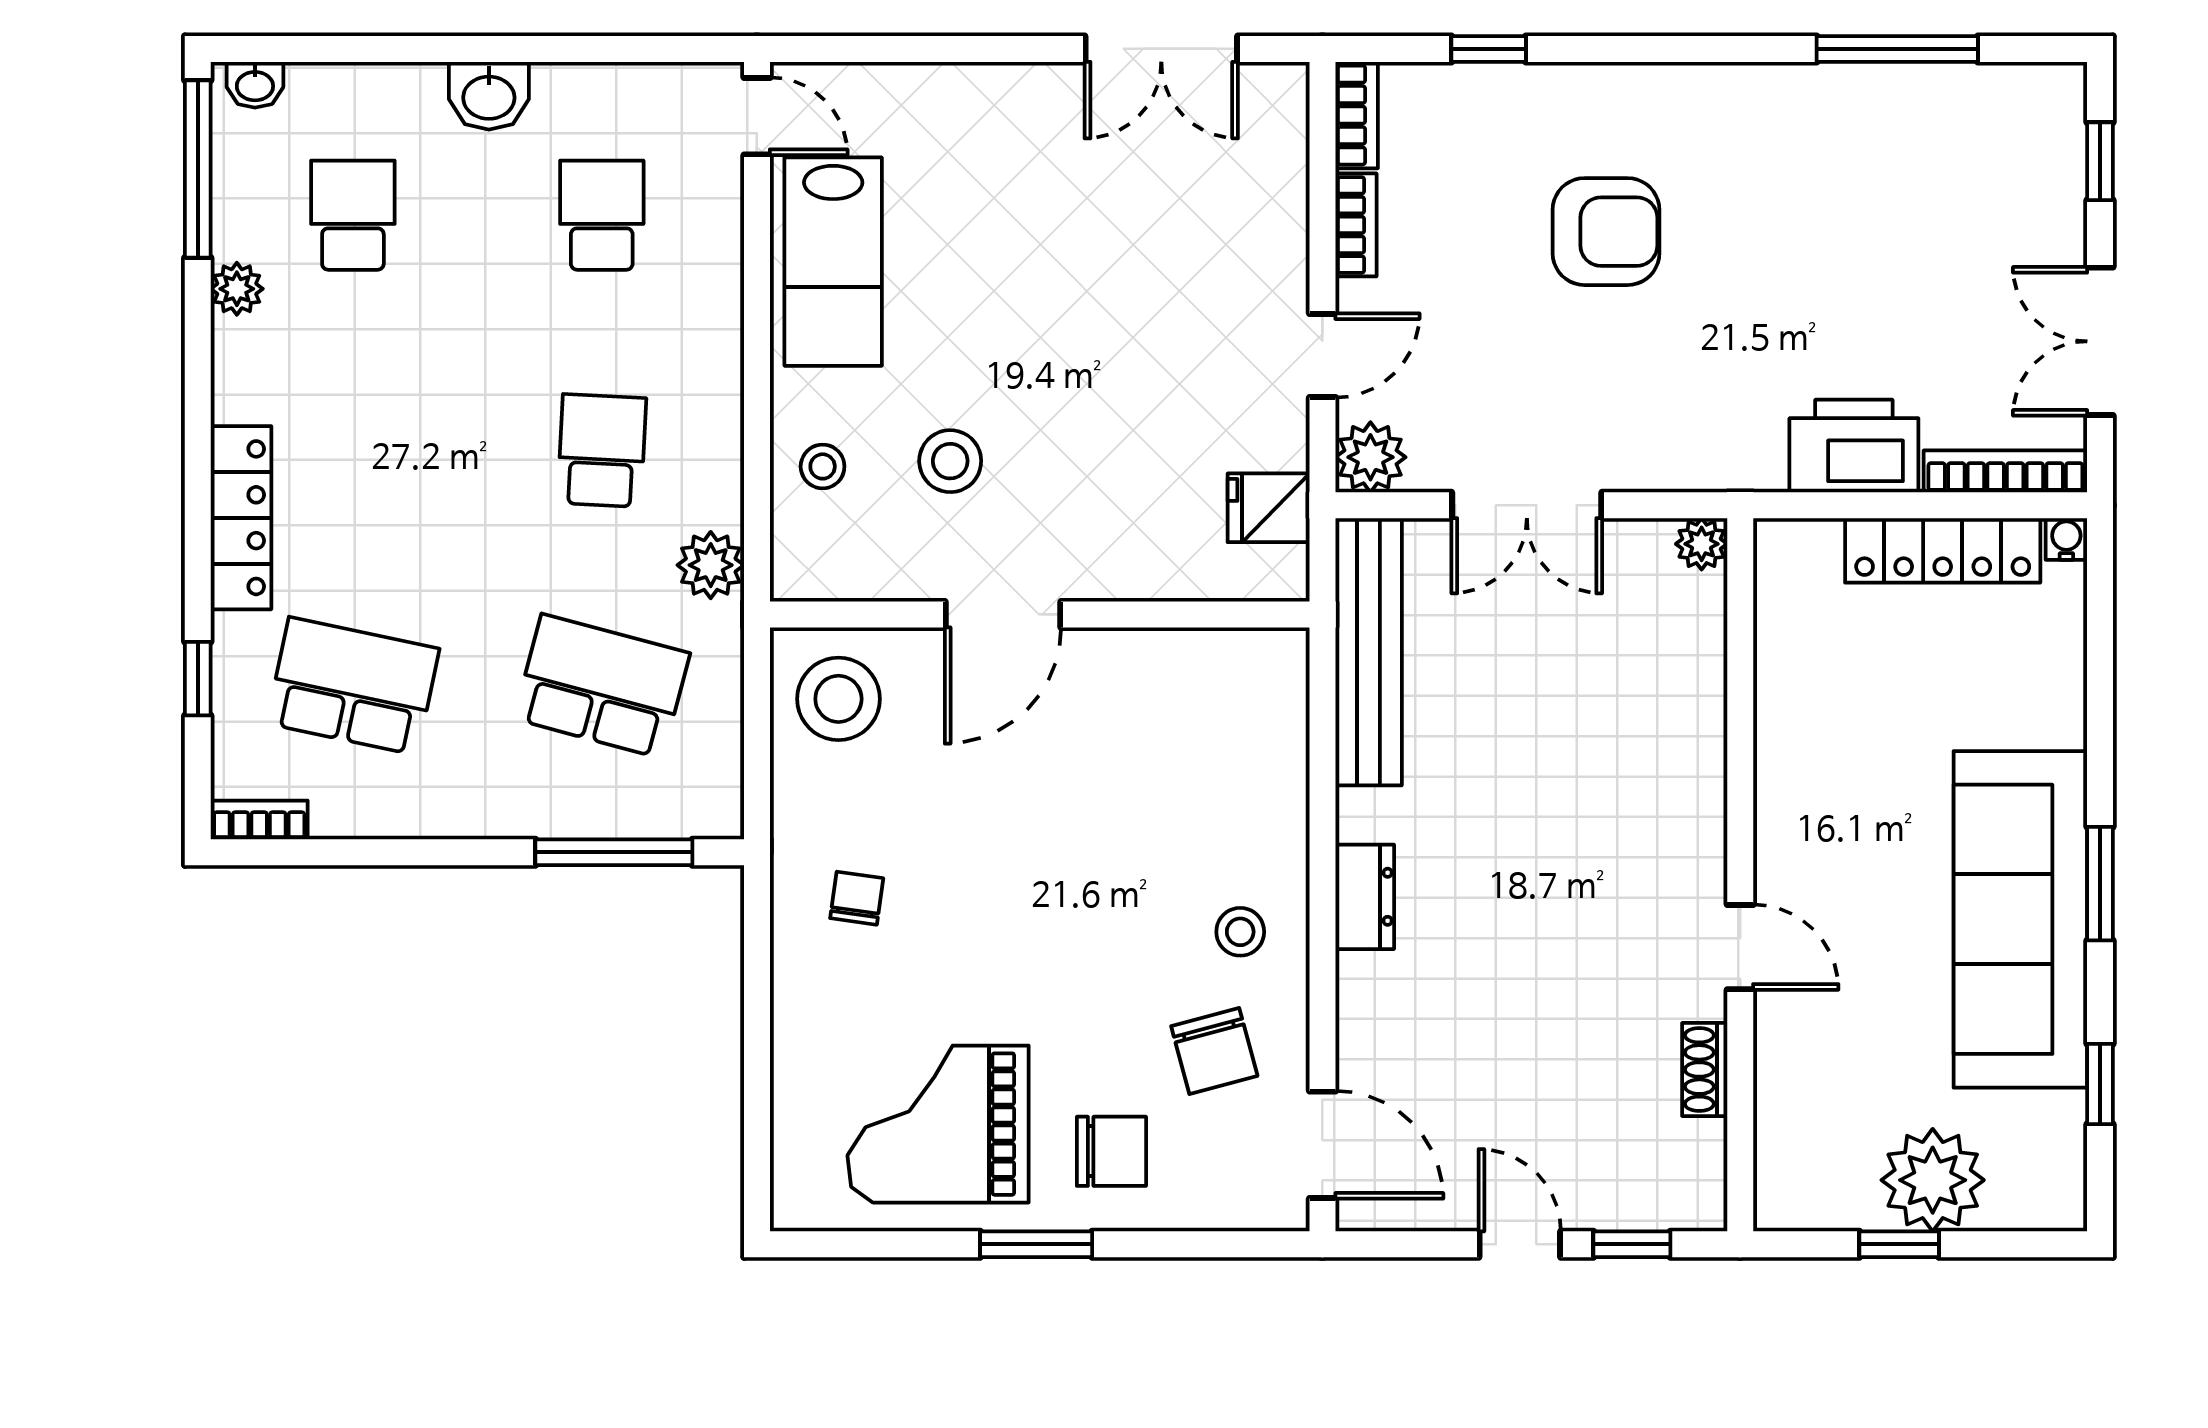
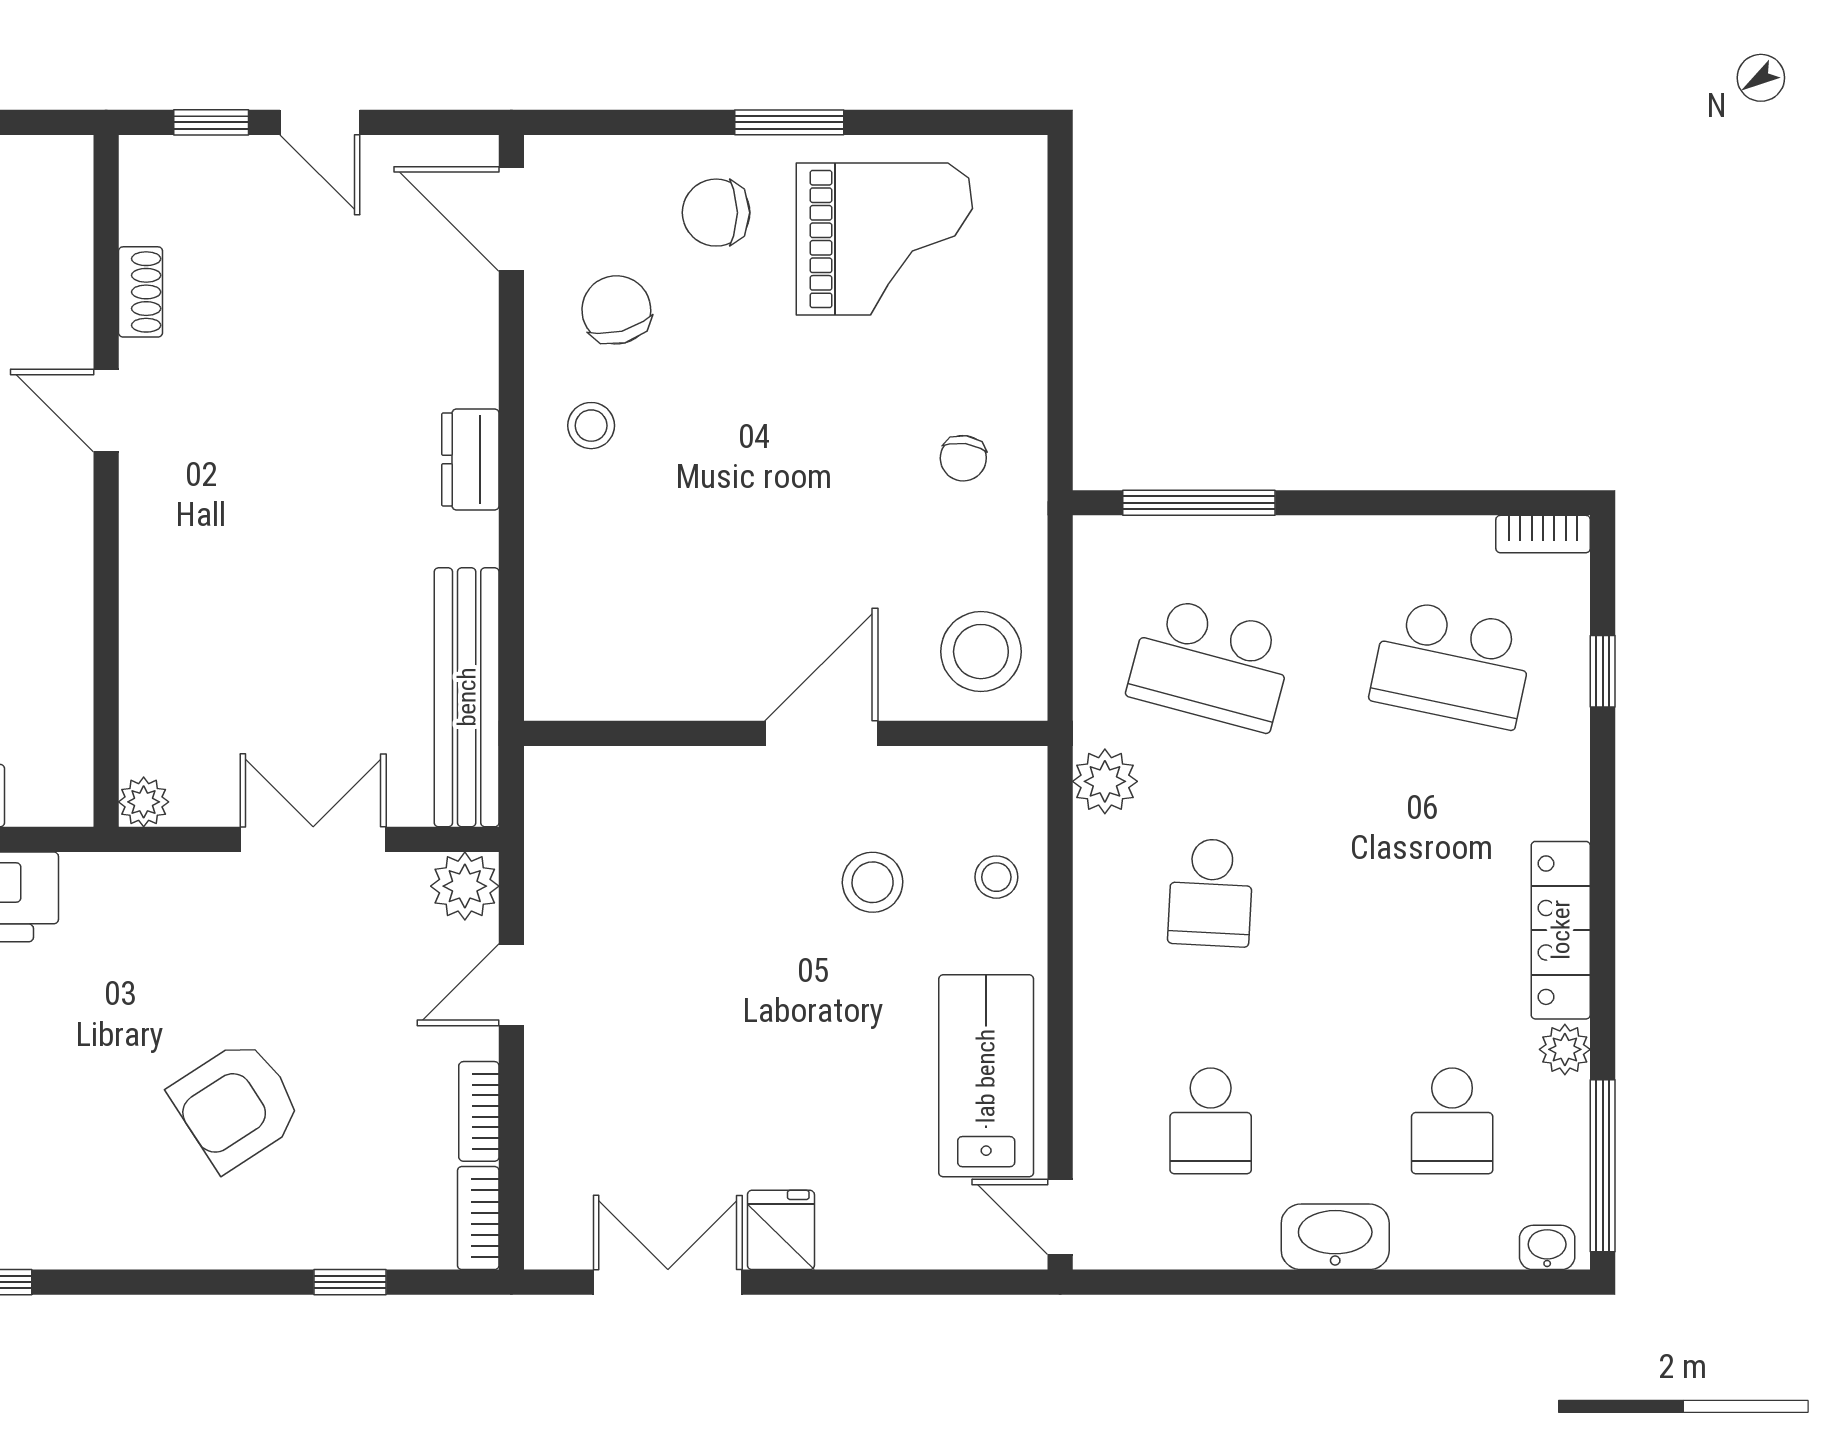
washbasin: (489, 96) -> (1335, 1237), width x1.38
armchair: (1606, 232) -> (236, 1105), turned -33
fridge: (1269, 508) -> (781, 1230), moved, turned -90
locker: (241, 518) -> (1561, 930), moved

